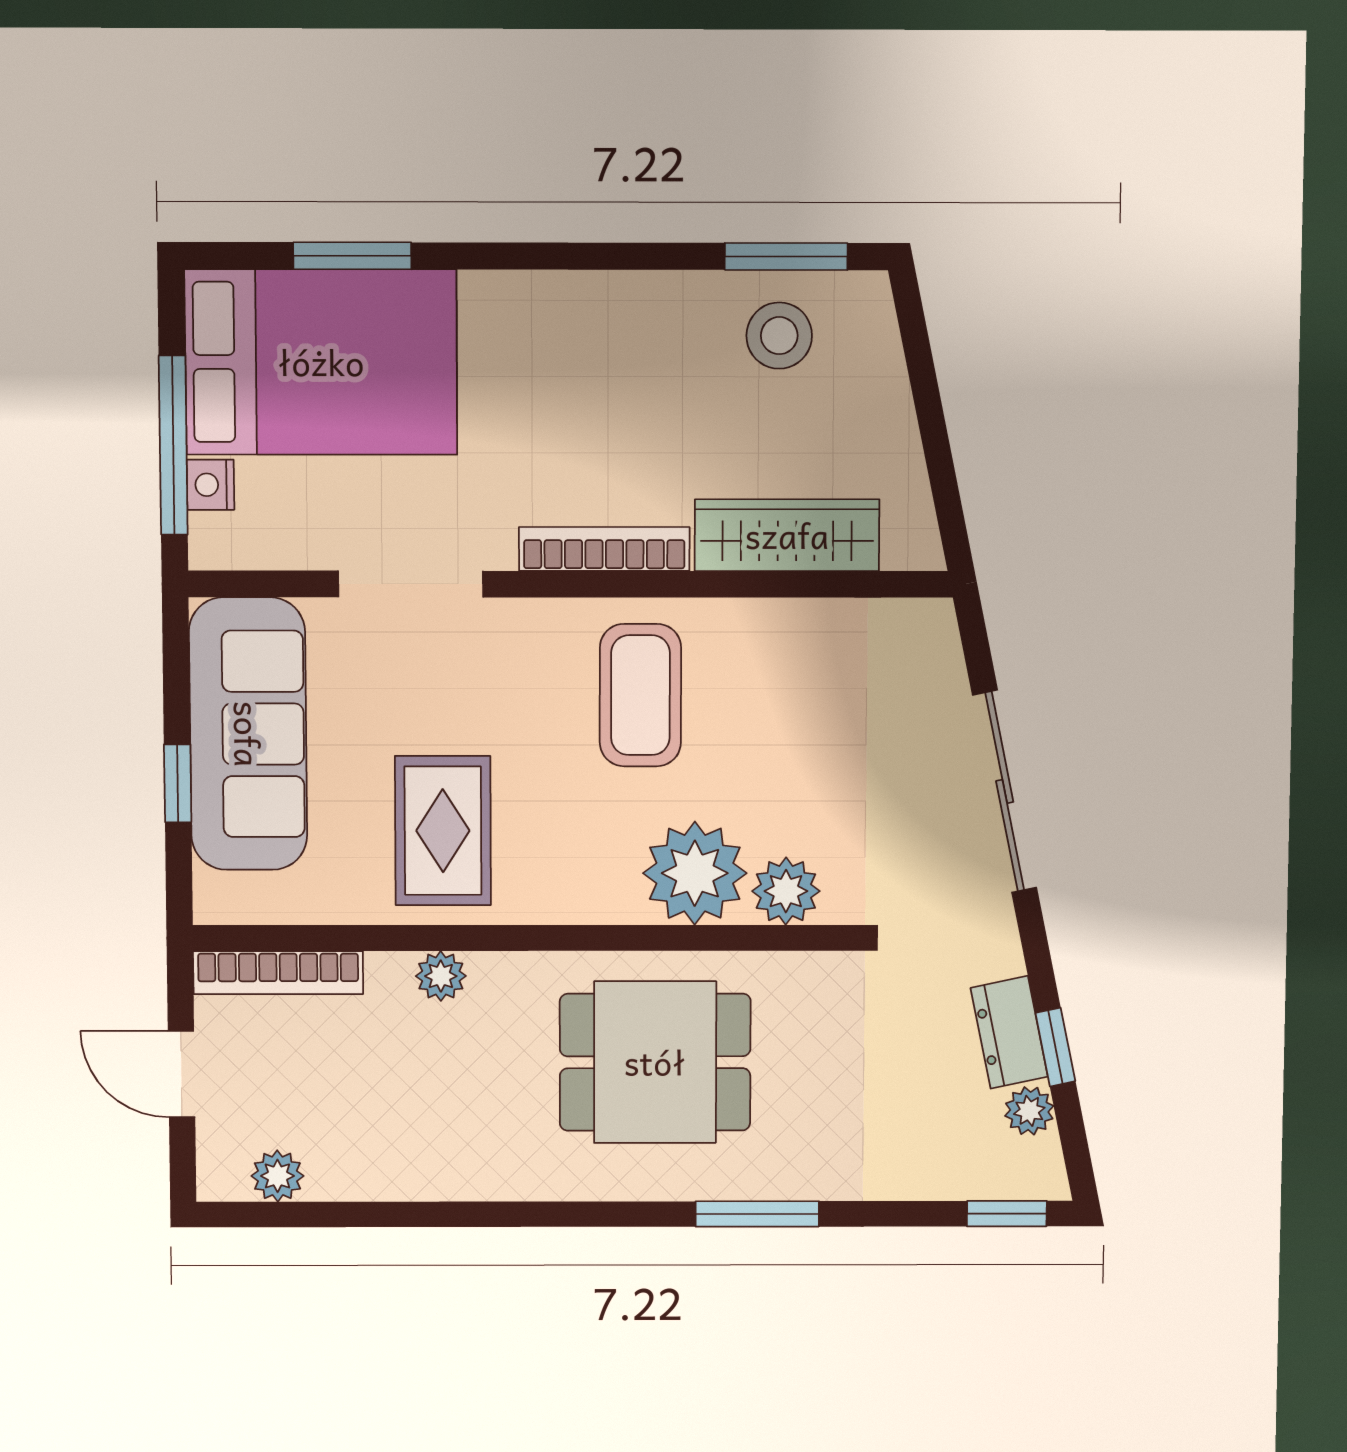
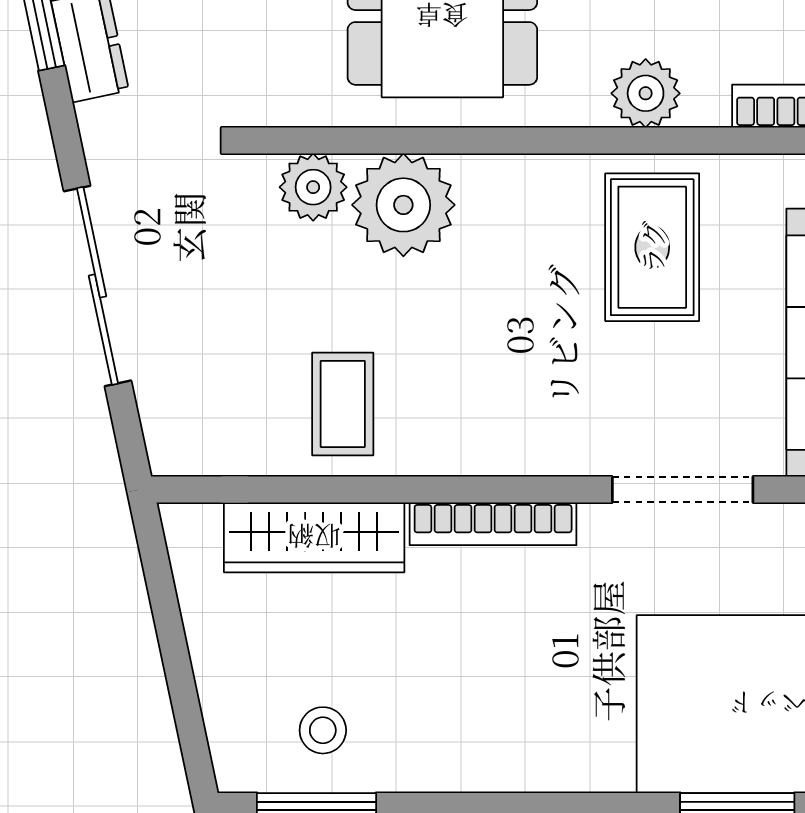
stool: (779, 336) -> (323, 730), width x0.73, depth x0.73
coffee table: (640, 695) -> (343, 404), moved, width x0.73, depth x0.77
plant: (441, 976) -> (646, 93), width x1.38, depth x1.38

